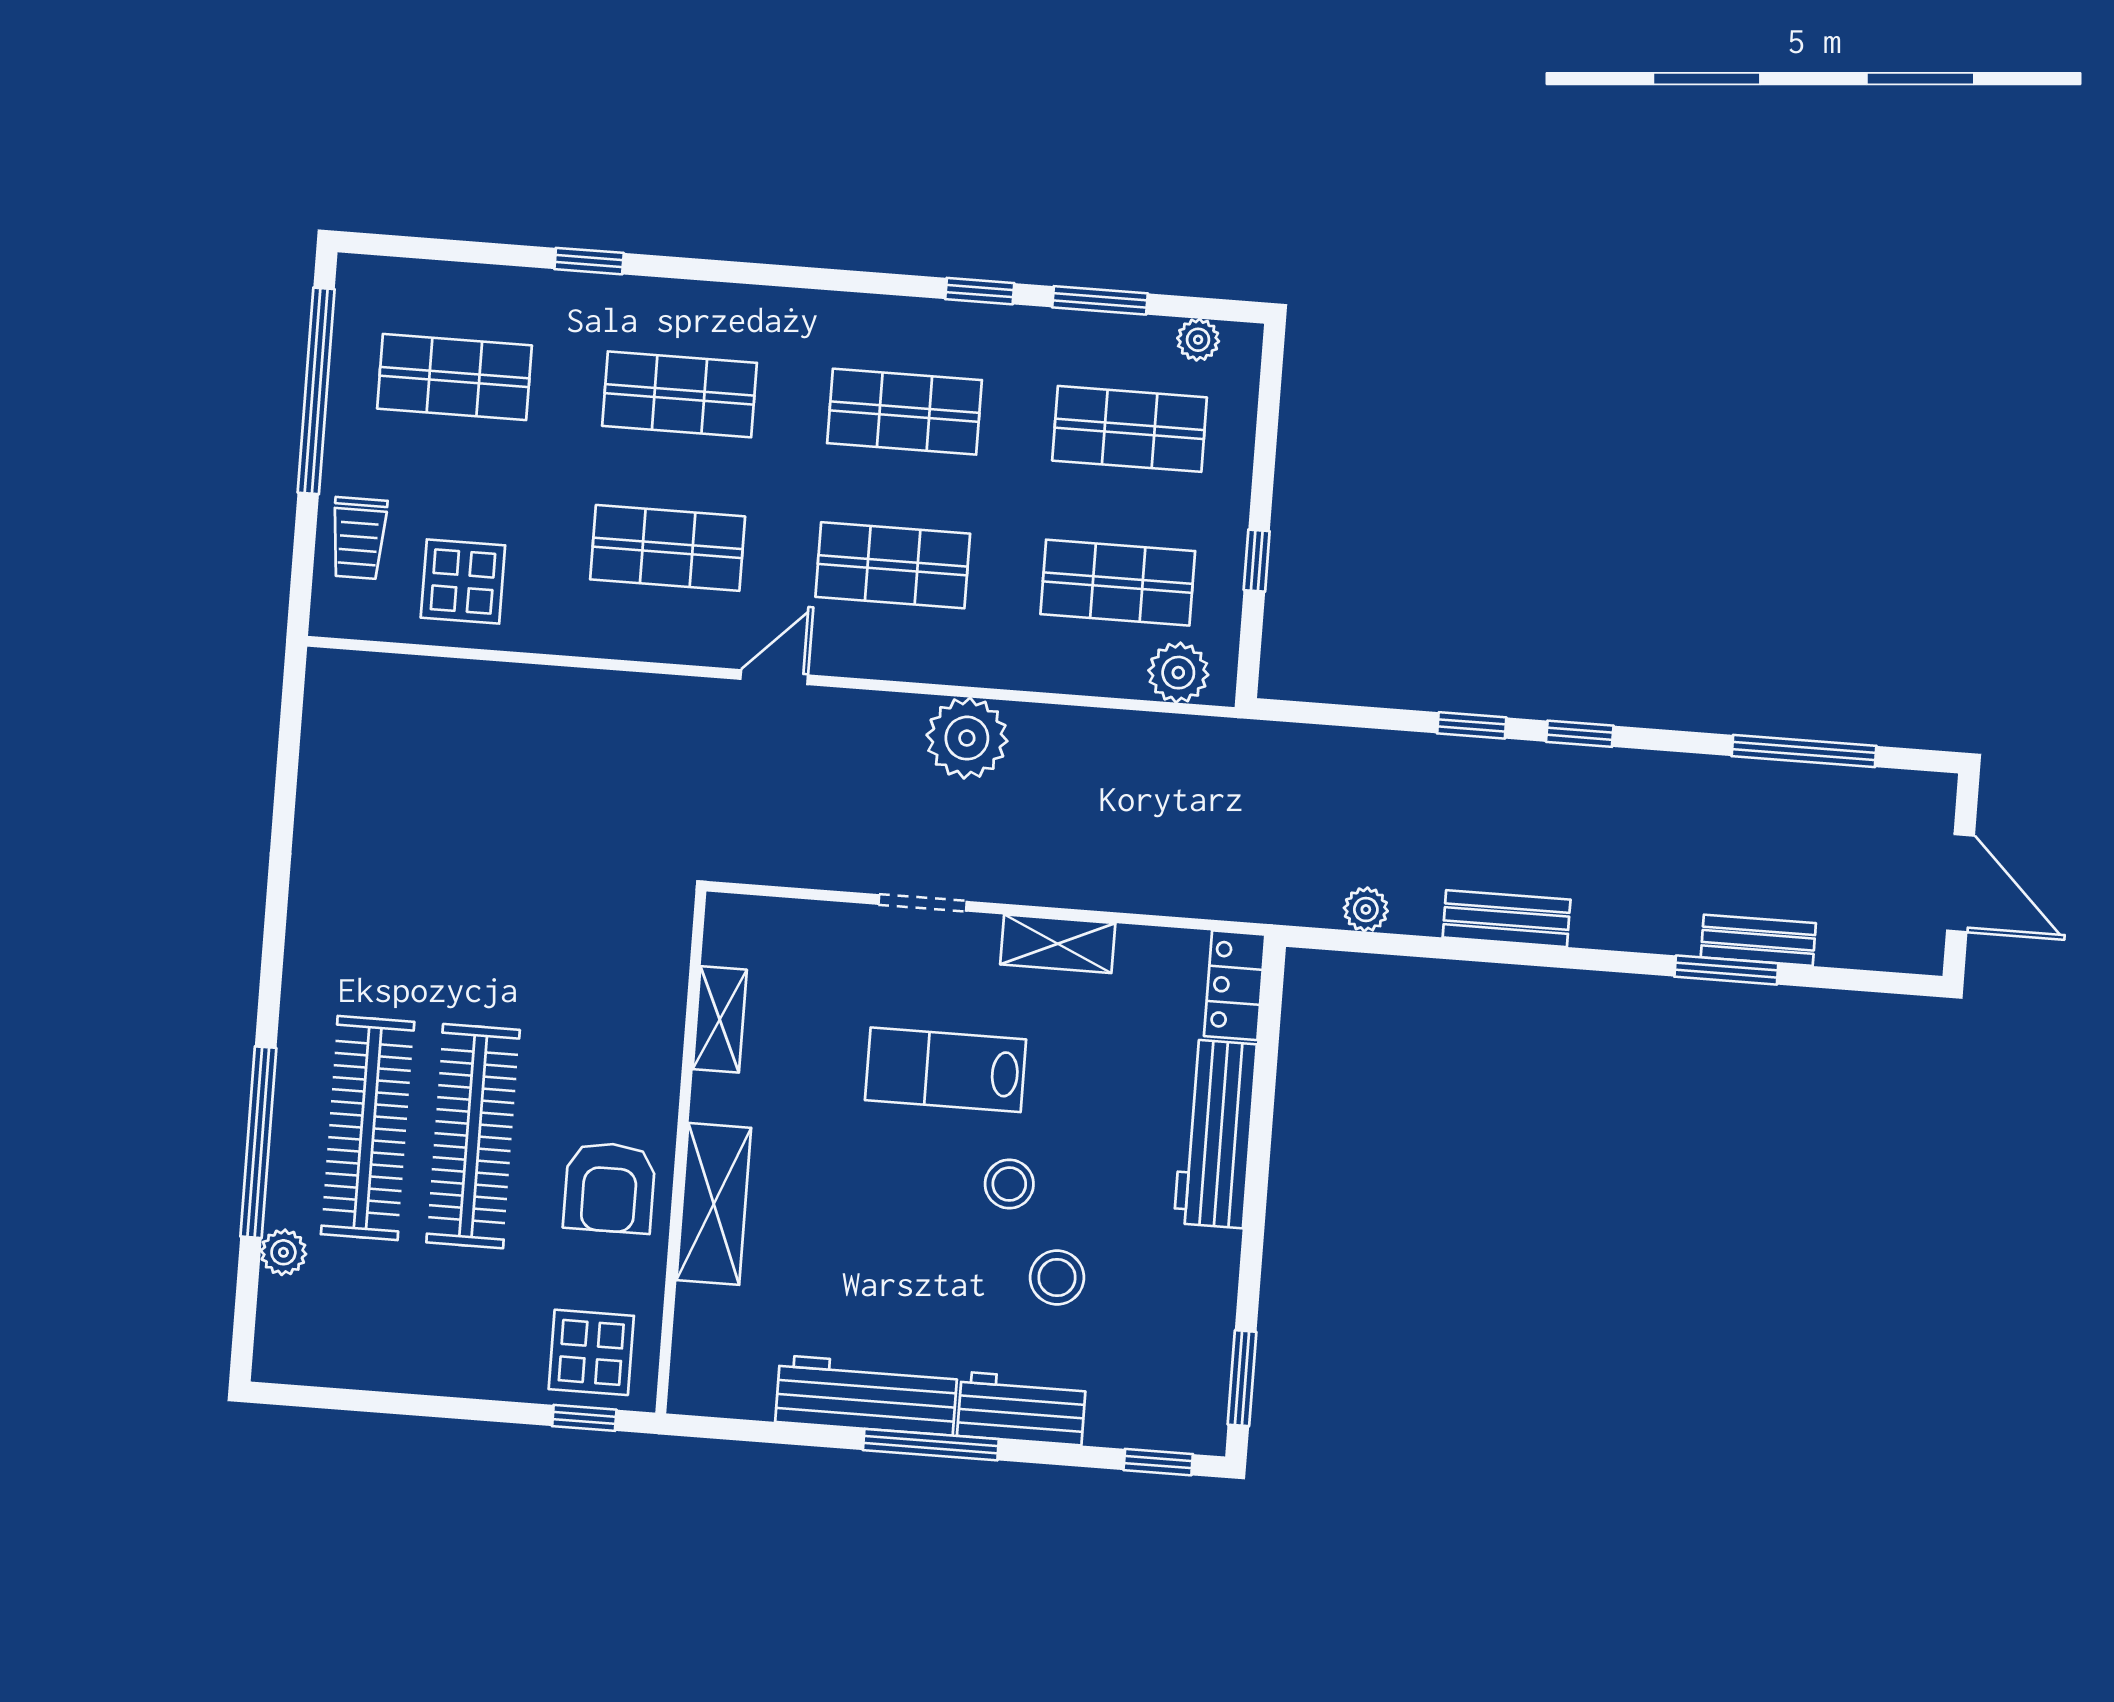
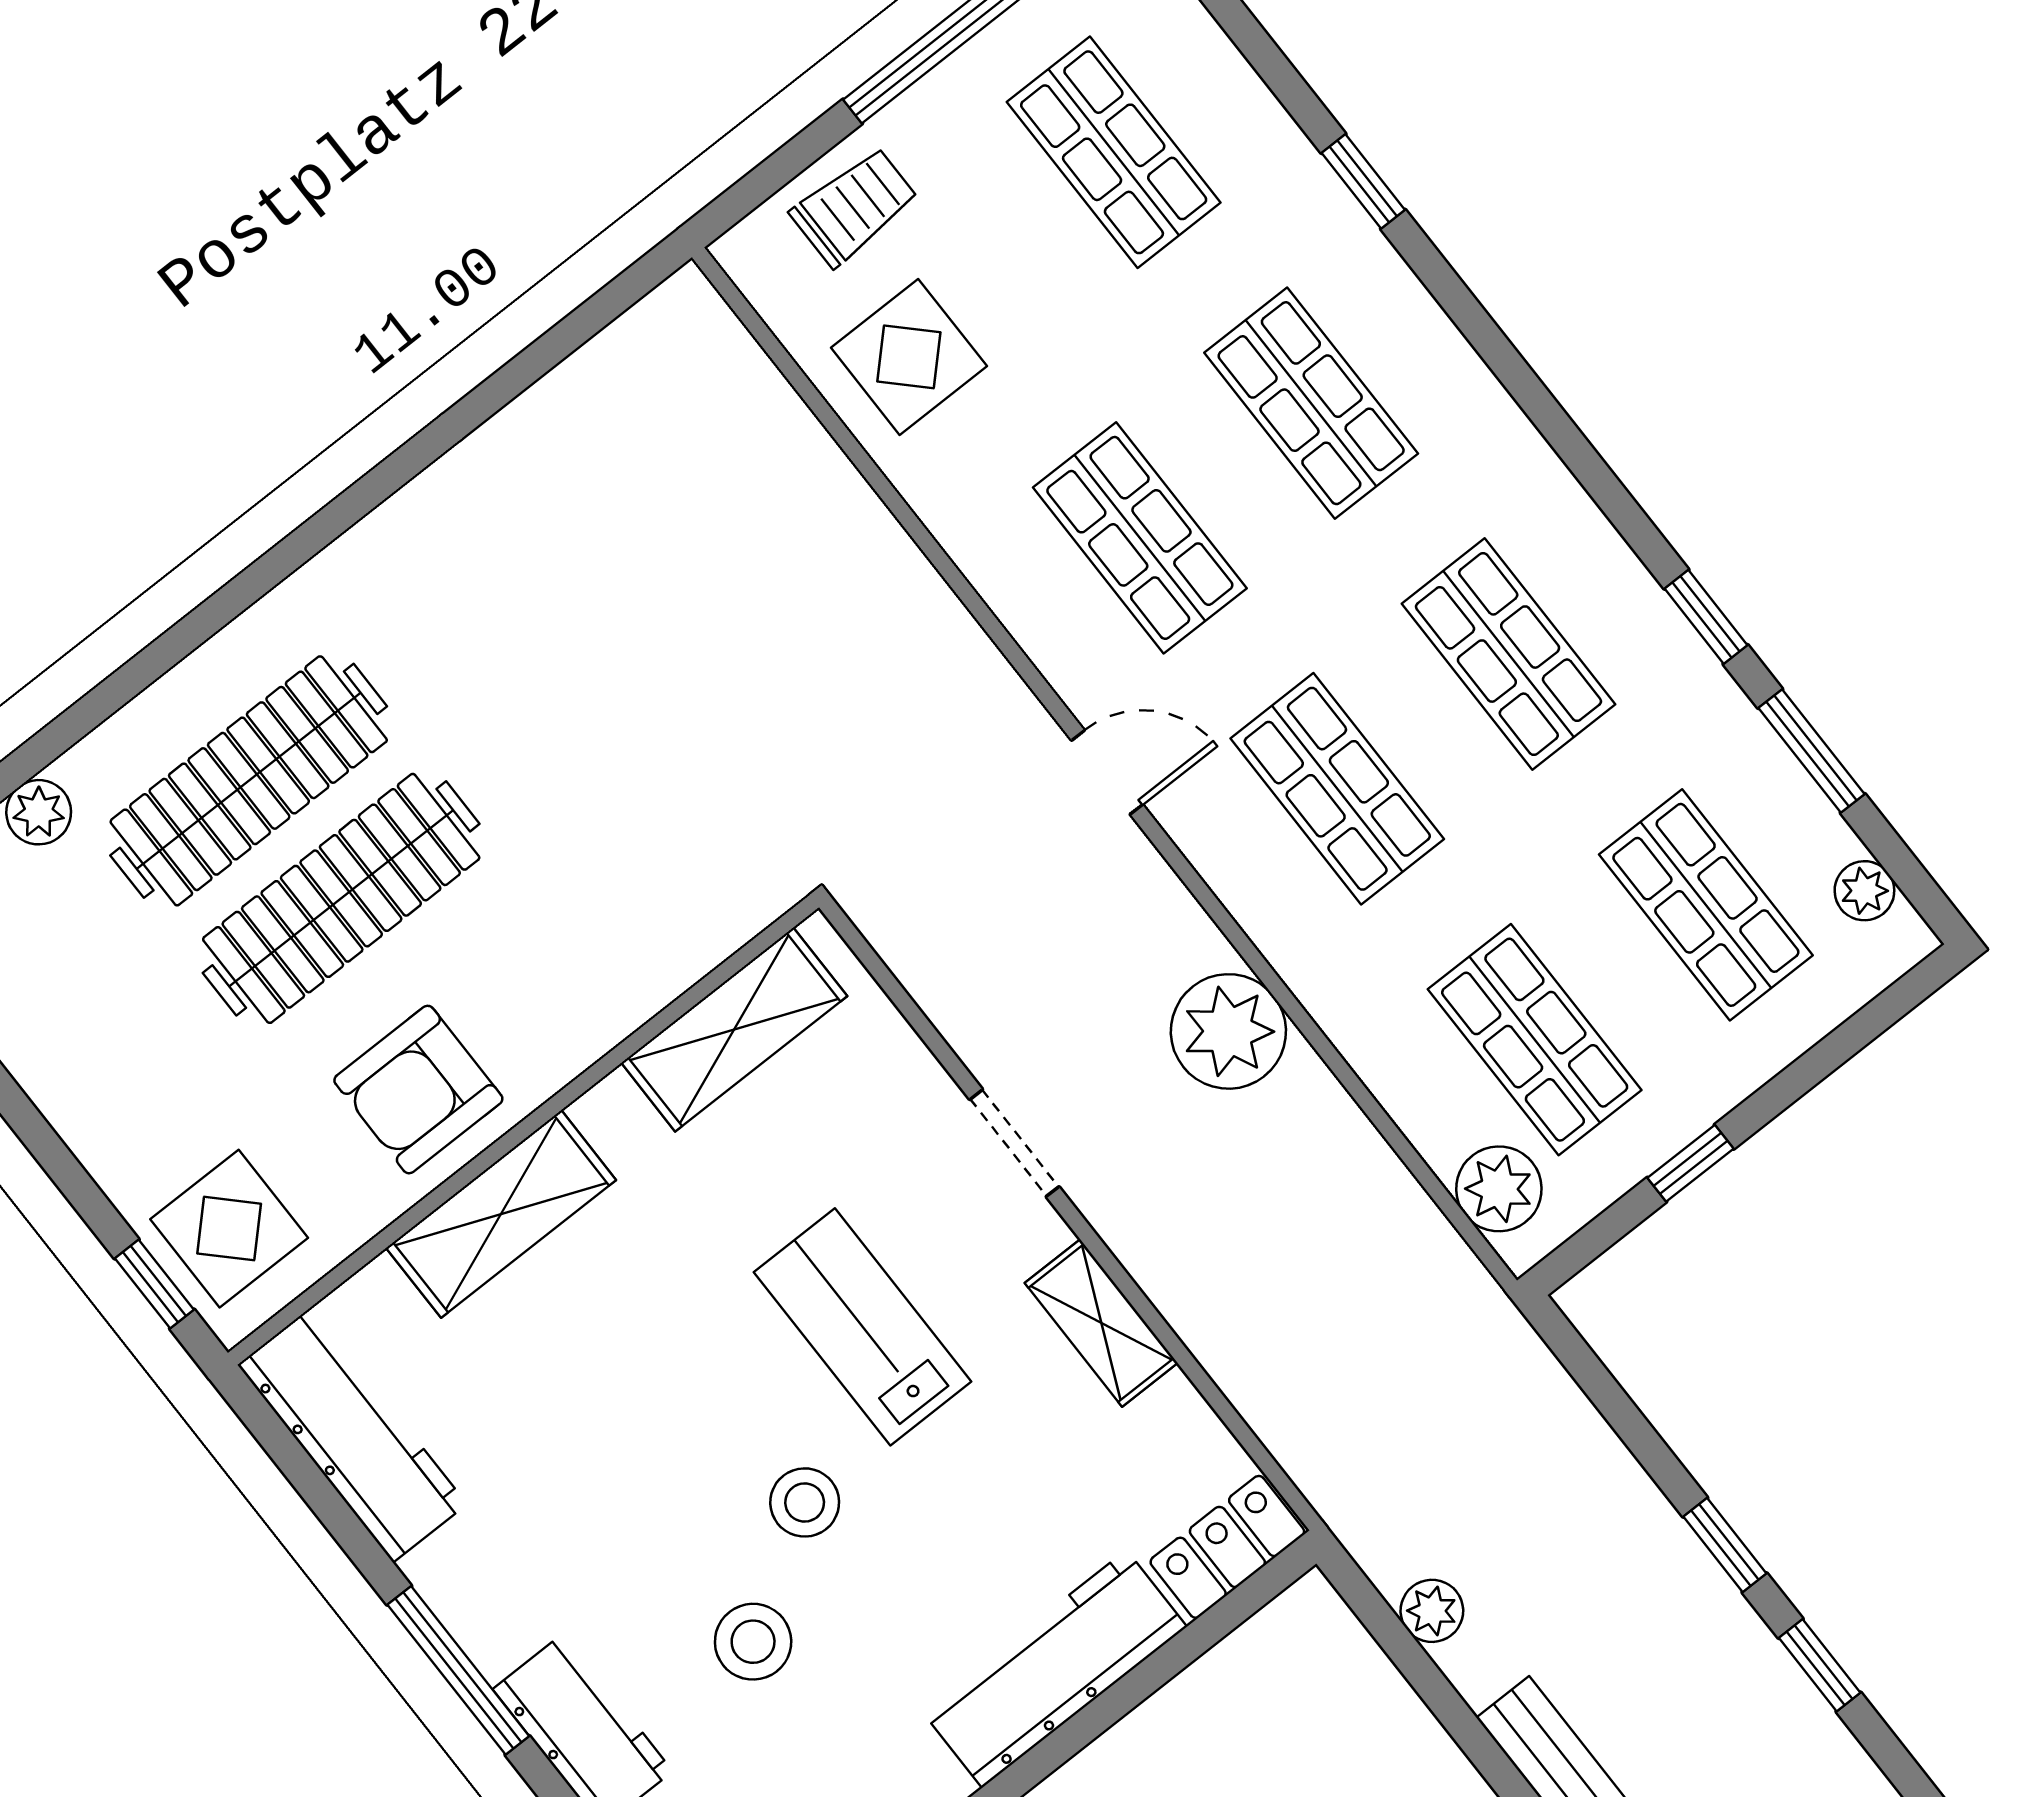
trolley: (359, 538) -> (854, 207), turned 180
shelving: (720, 1019) -> (734, 1029), width x1.50, depth x1.33
window: (258, 1142) -> (129, 681), removed
workbench: (866, 1395) -> (352, 1435), moved

